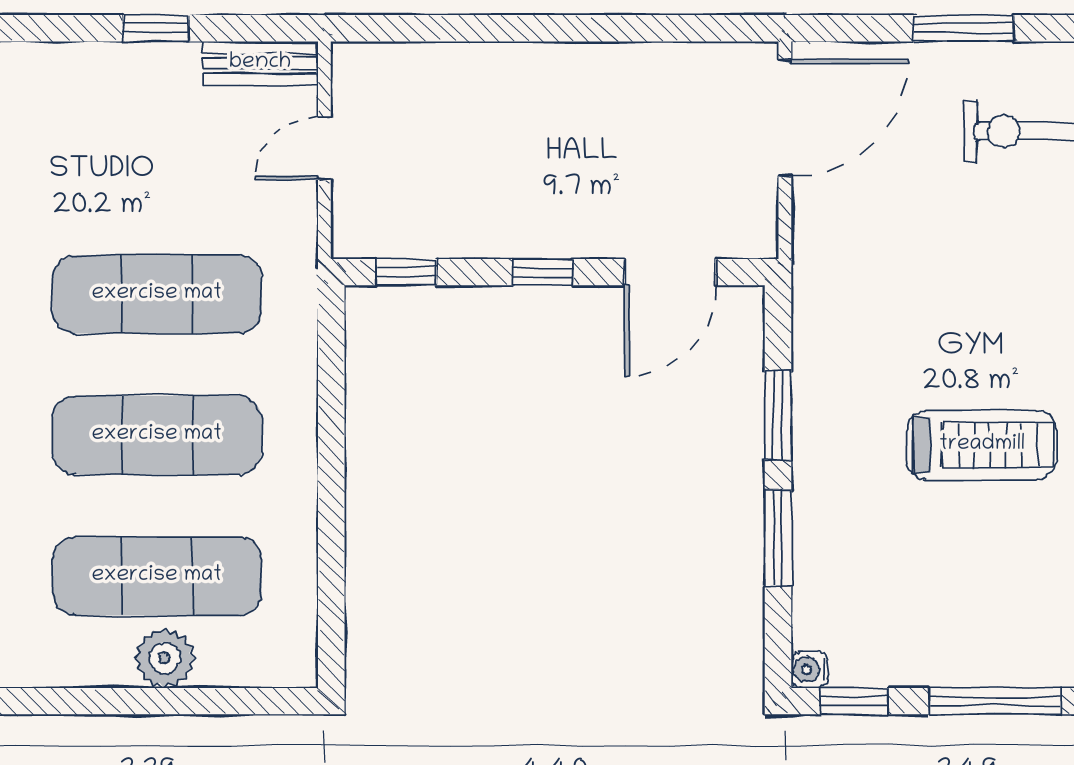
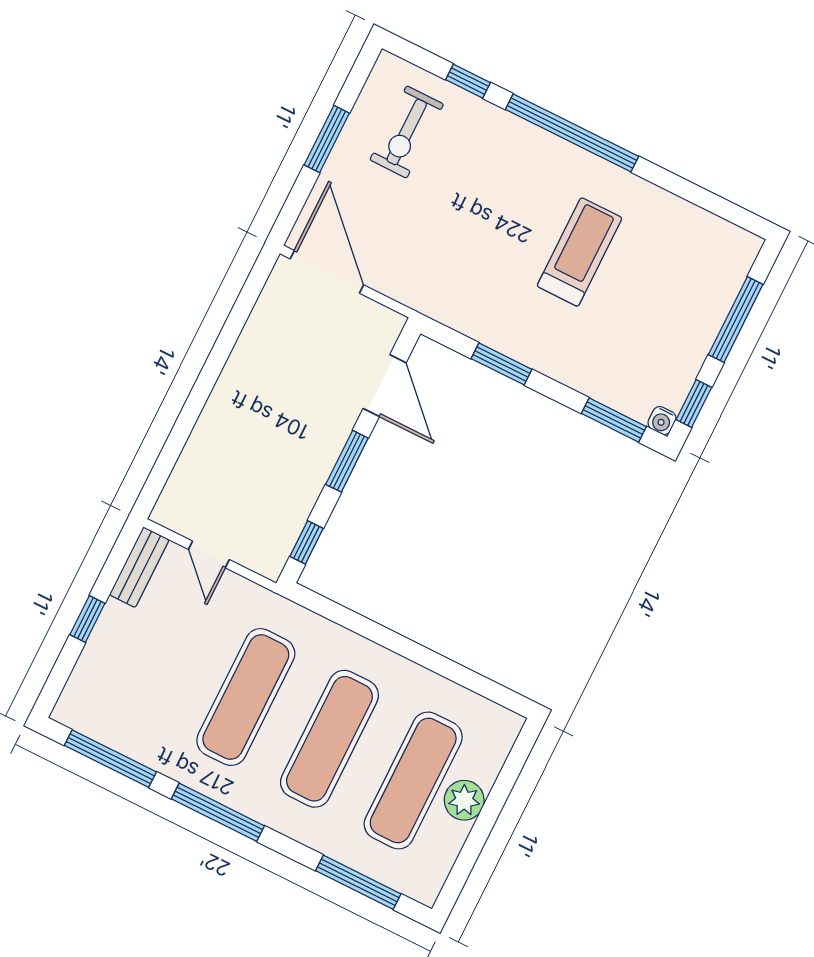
window: (543, 272) -> (347, 461), width x1.50
window: (778, 538) -> (614, 420), moved

